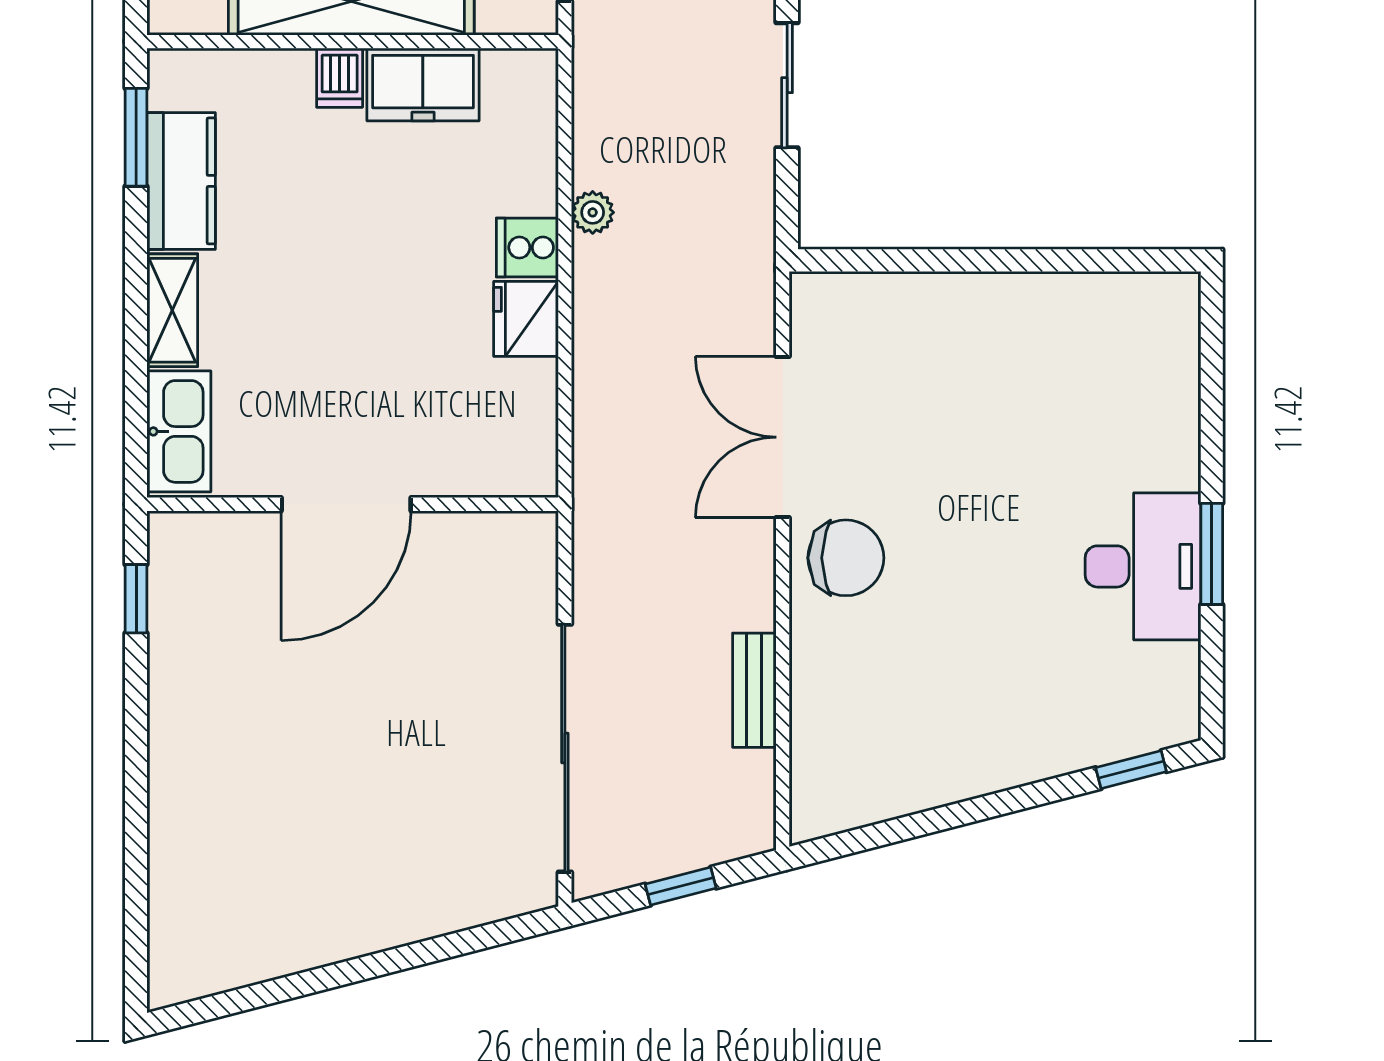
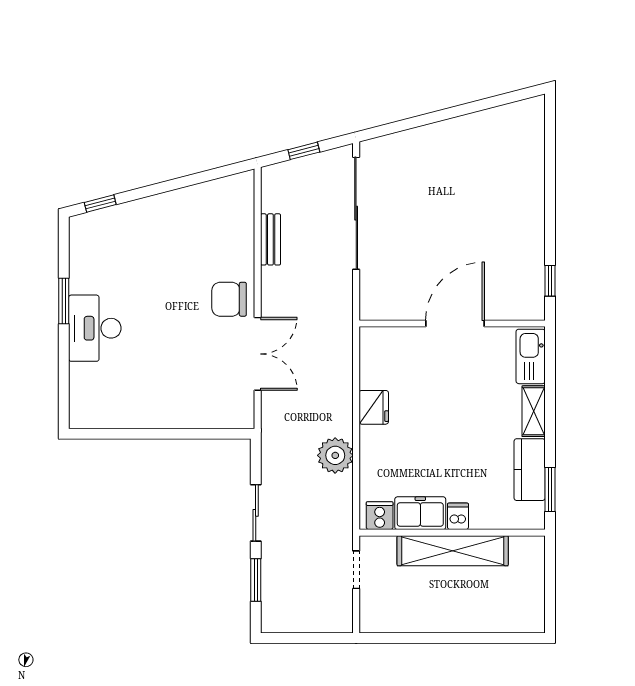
plant: (593, 212) -> (335, 455), width x1.87, depth x1.87
cooker: (527, 247) -> (380, 516), moved, turned -90
desk: (1143, 566) -> (95, 328), moved

